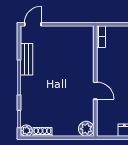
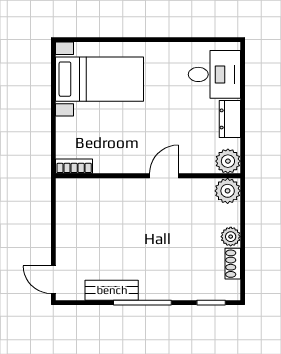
plant: (104, 129) -> (228, 161), added
plant: (26, 131) -> (231, 237), moved

